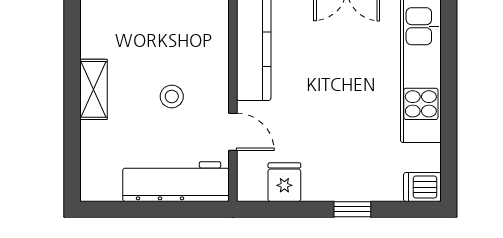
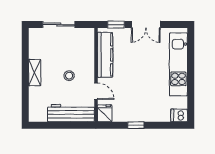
fridge: (284, 182) -> (105, 113), moved
window: (352, 209) -> (136, 125), moved

